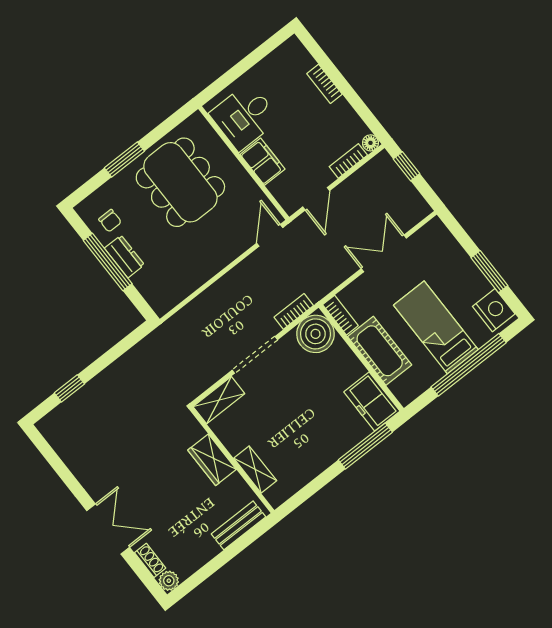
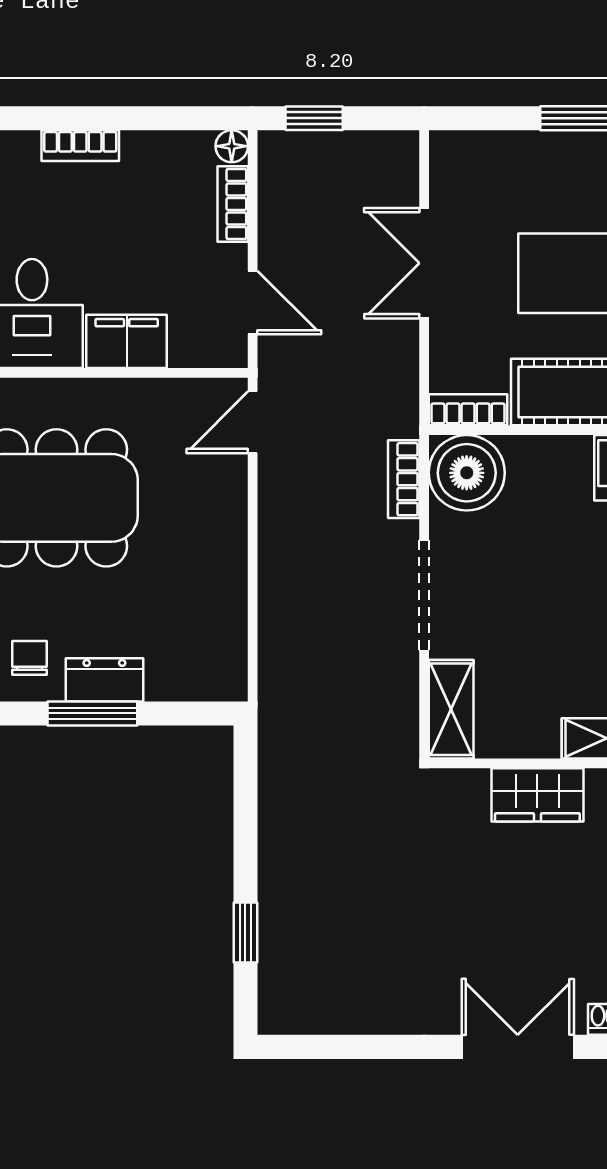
chair: (110, 221) -> (30, 658), turned -90
door: (270, 235) -> (253, 422), hinge flipped
window: (108, 262) -> (92, 713), width x0.69

